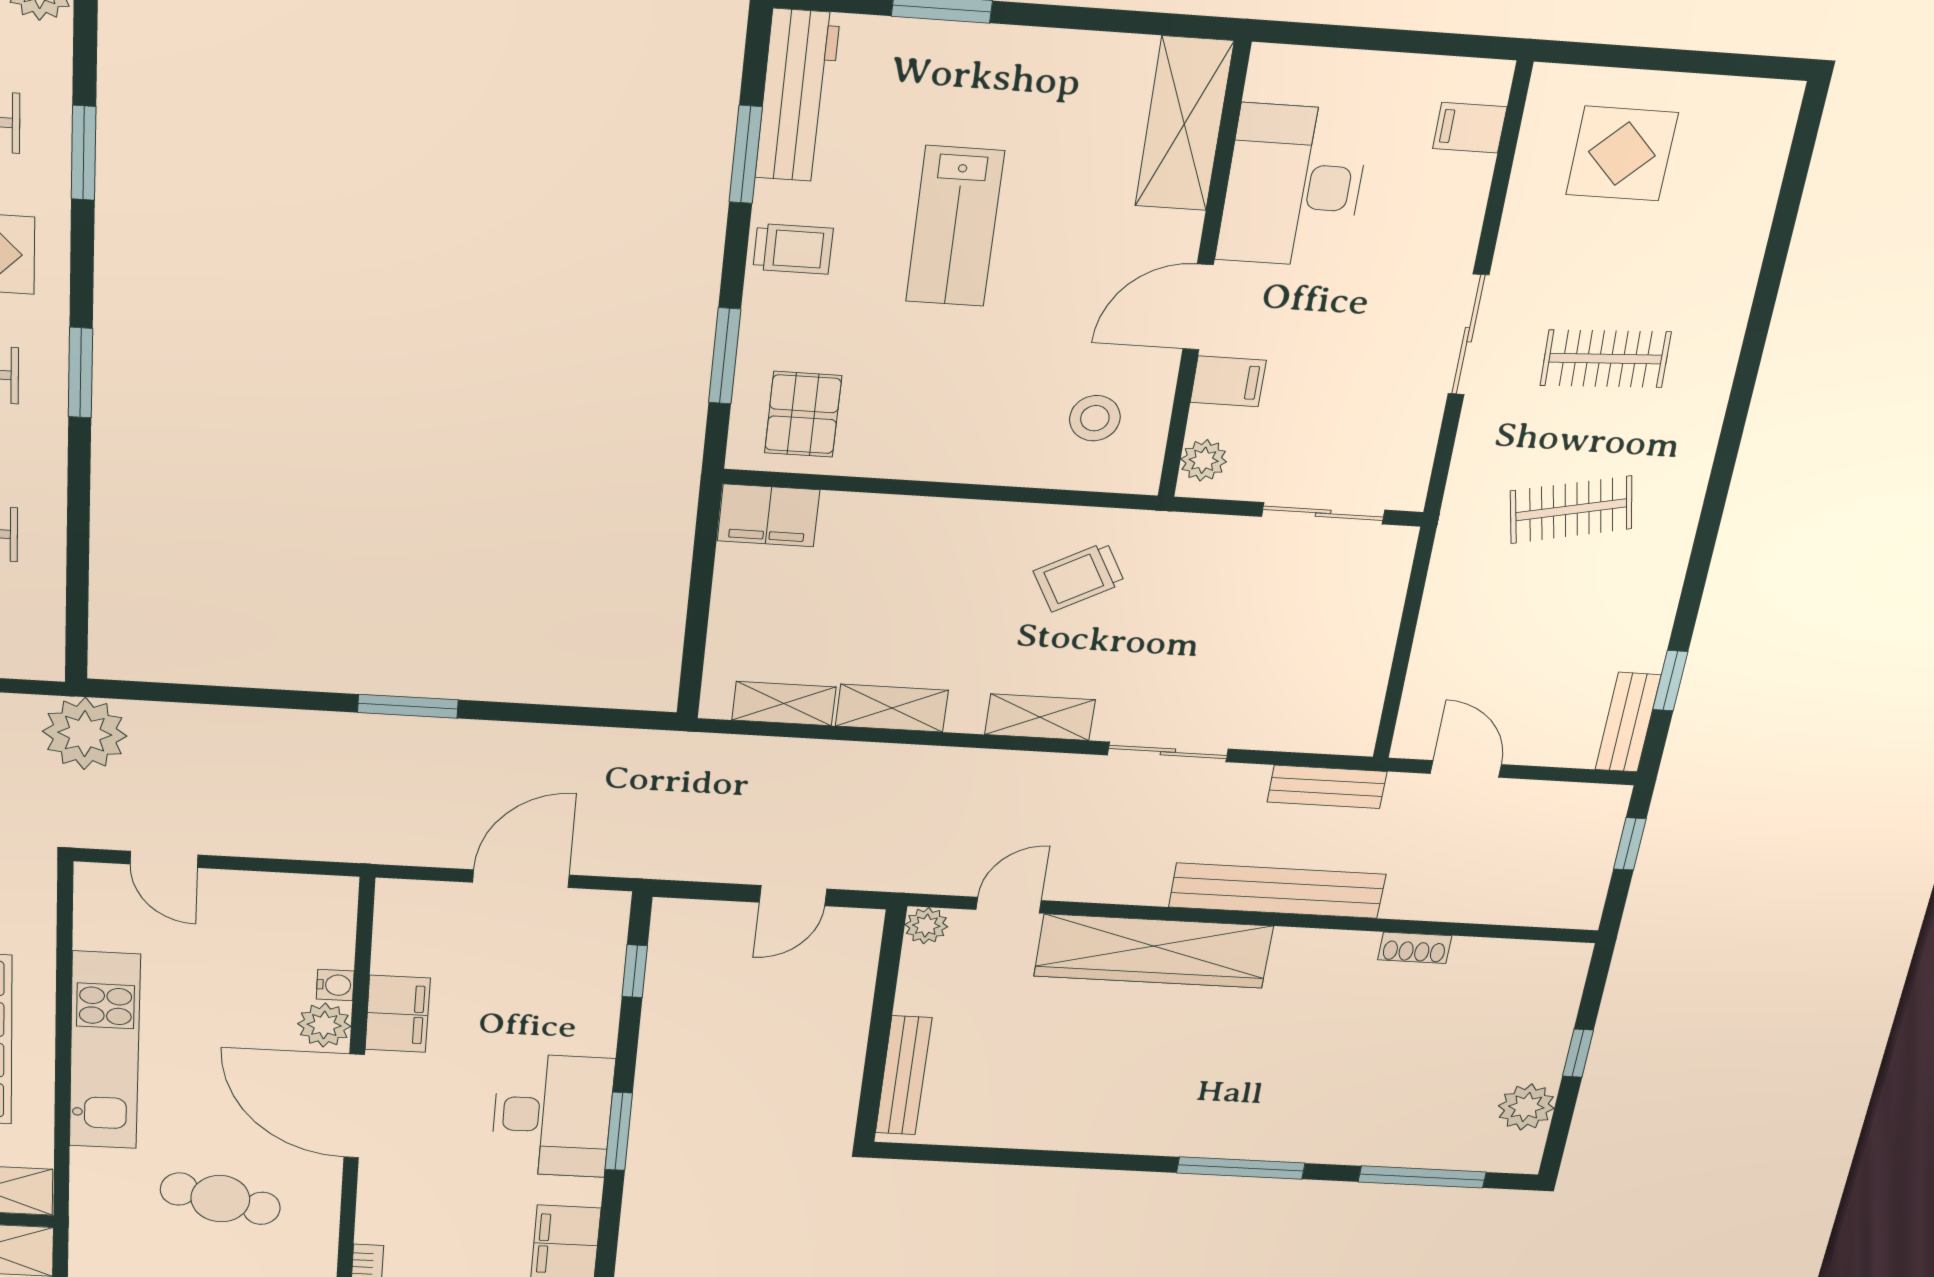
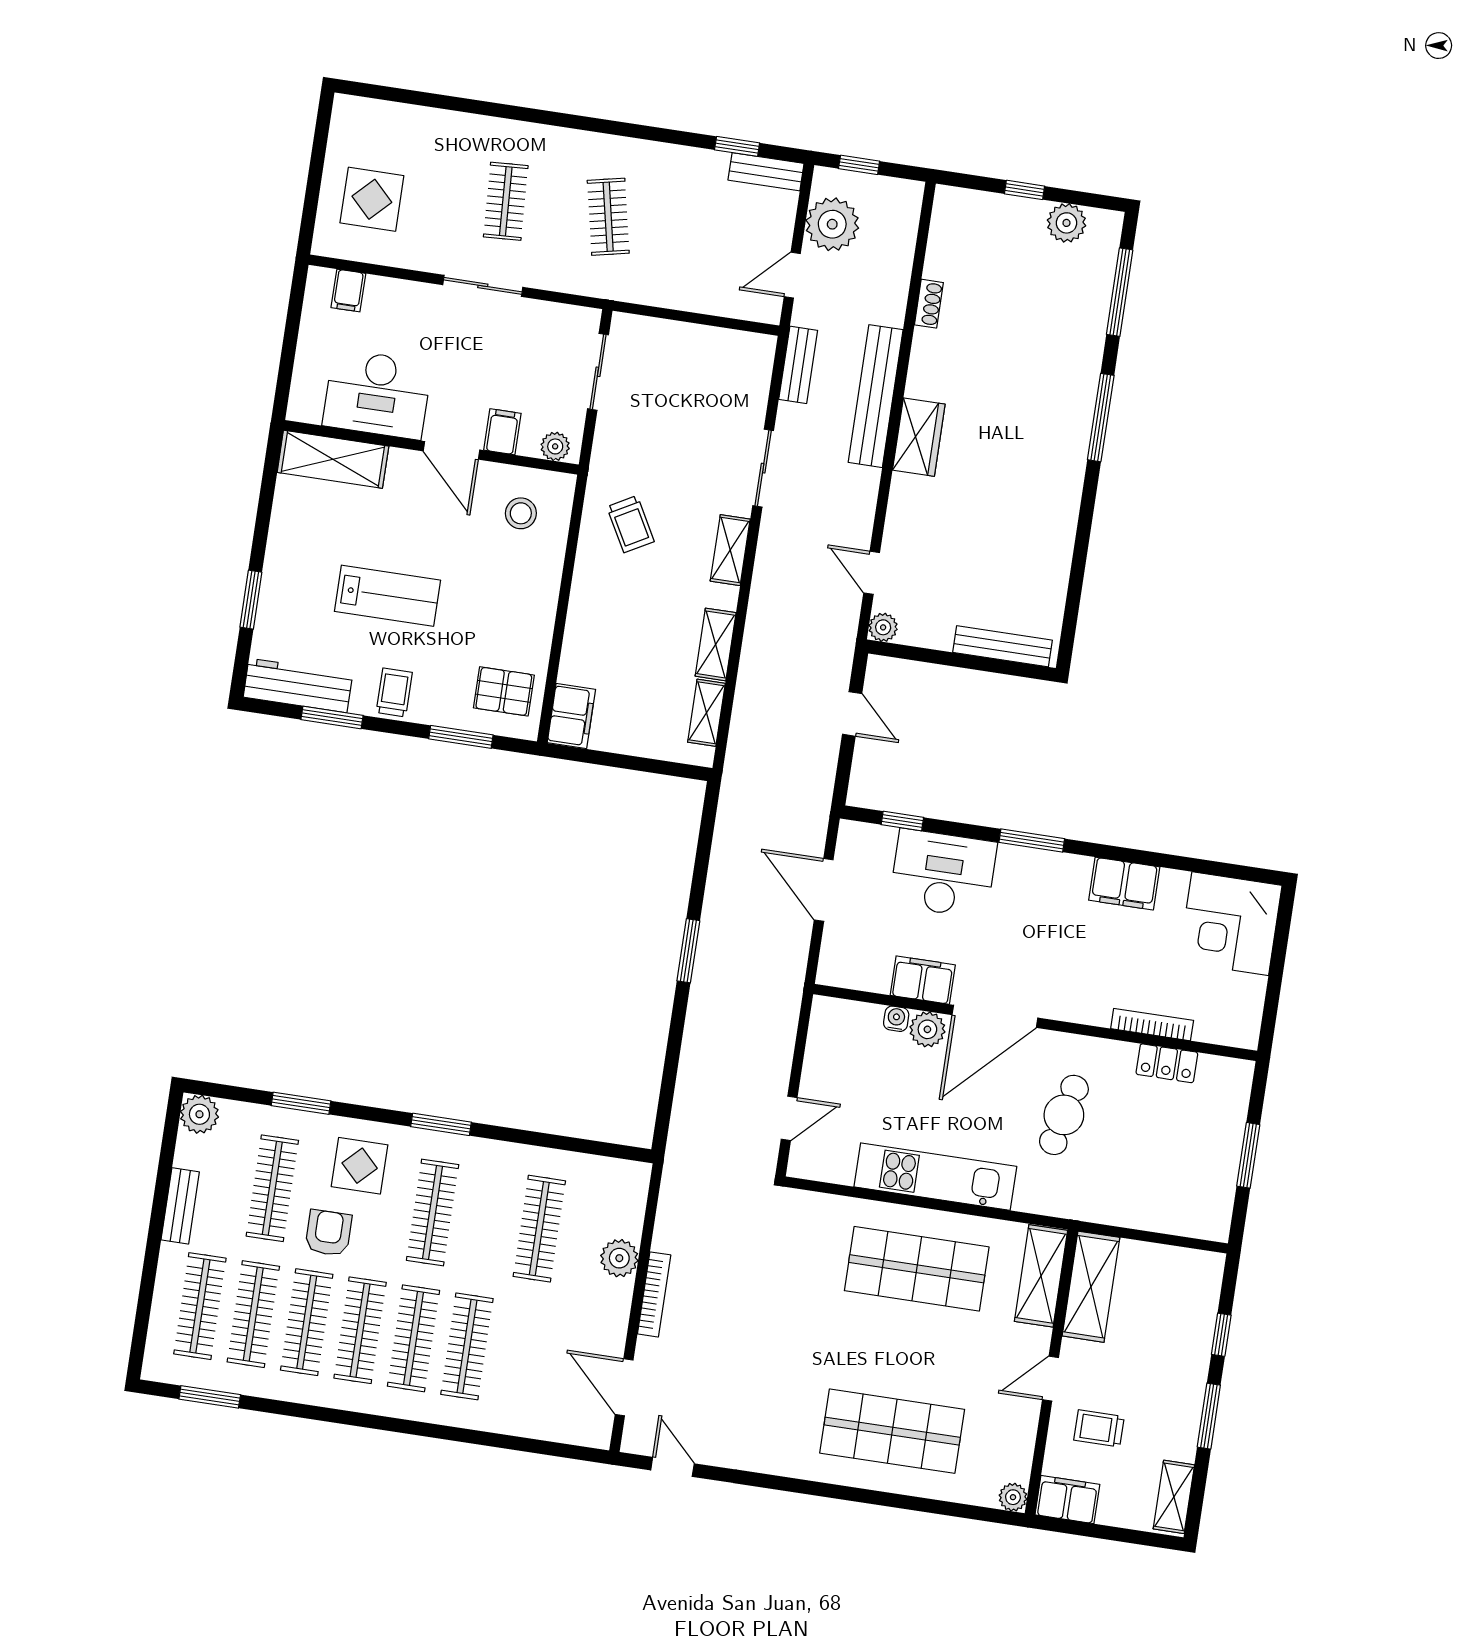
plant: (85, 734) -> (832, 224), moved
wardrobe: (1154, 951) -> (919, 437), width x0.48, depth x0.85
desk: (552, 1116) -> (943, 874), moved

